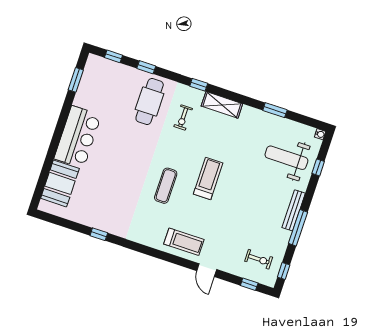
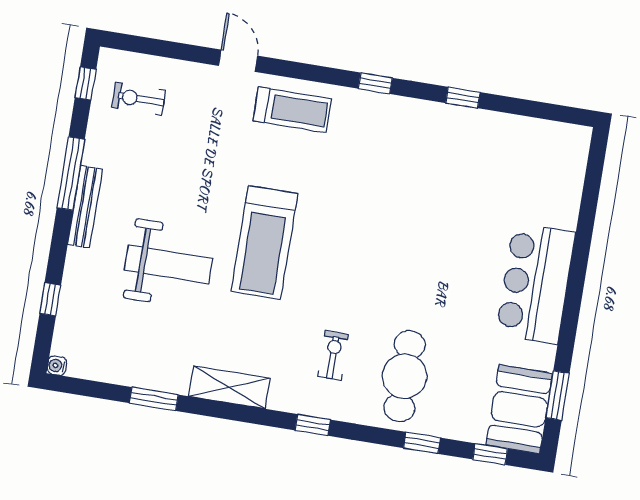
shelving: (222, 105) -> (229, 387), moved
weight bench: (286, 158) -> (169, 264), moved
treadmill: (208, 178) -> (264, 243), width x1.37, depth x1.38
booth: (60, 183) -> (519, 409), moved
exercise mat: (166, 186) -> (346, 215), removed
treadmill: (184, 242) -> (292, 110), turned 180
window: (249, 284) -> (375, 83), moved

